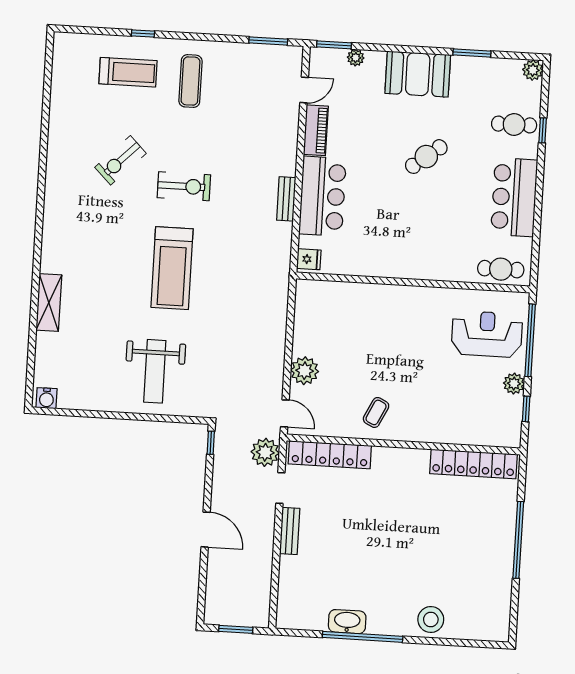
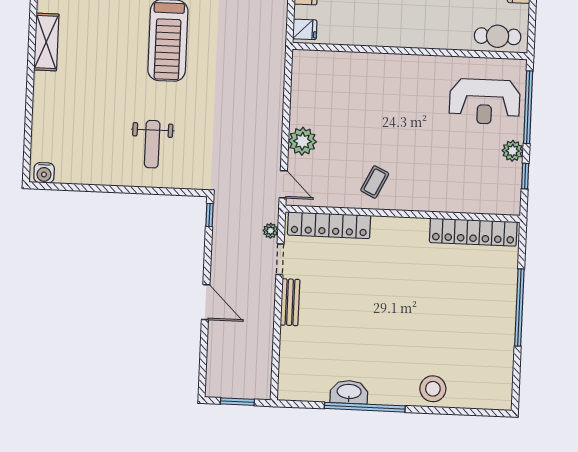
shelving: (49, 302) -> (46, 42), moved
reception desk: (487, 334) -> (485, 102), turned 180
weight bench: (155, 371) -> (152, 144), width x0.73, depth x0.75
plant: (265, 452) -> (271, 231), width x0.53, depth x0.53

